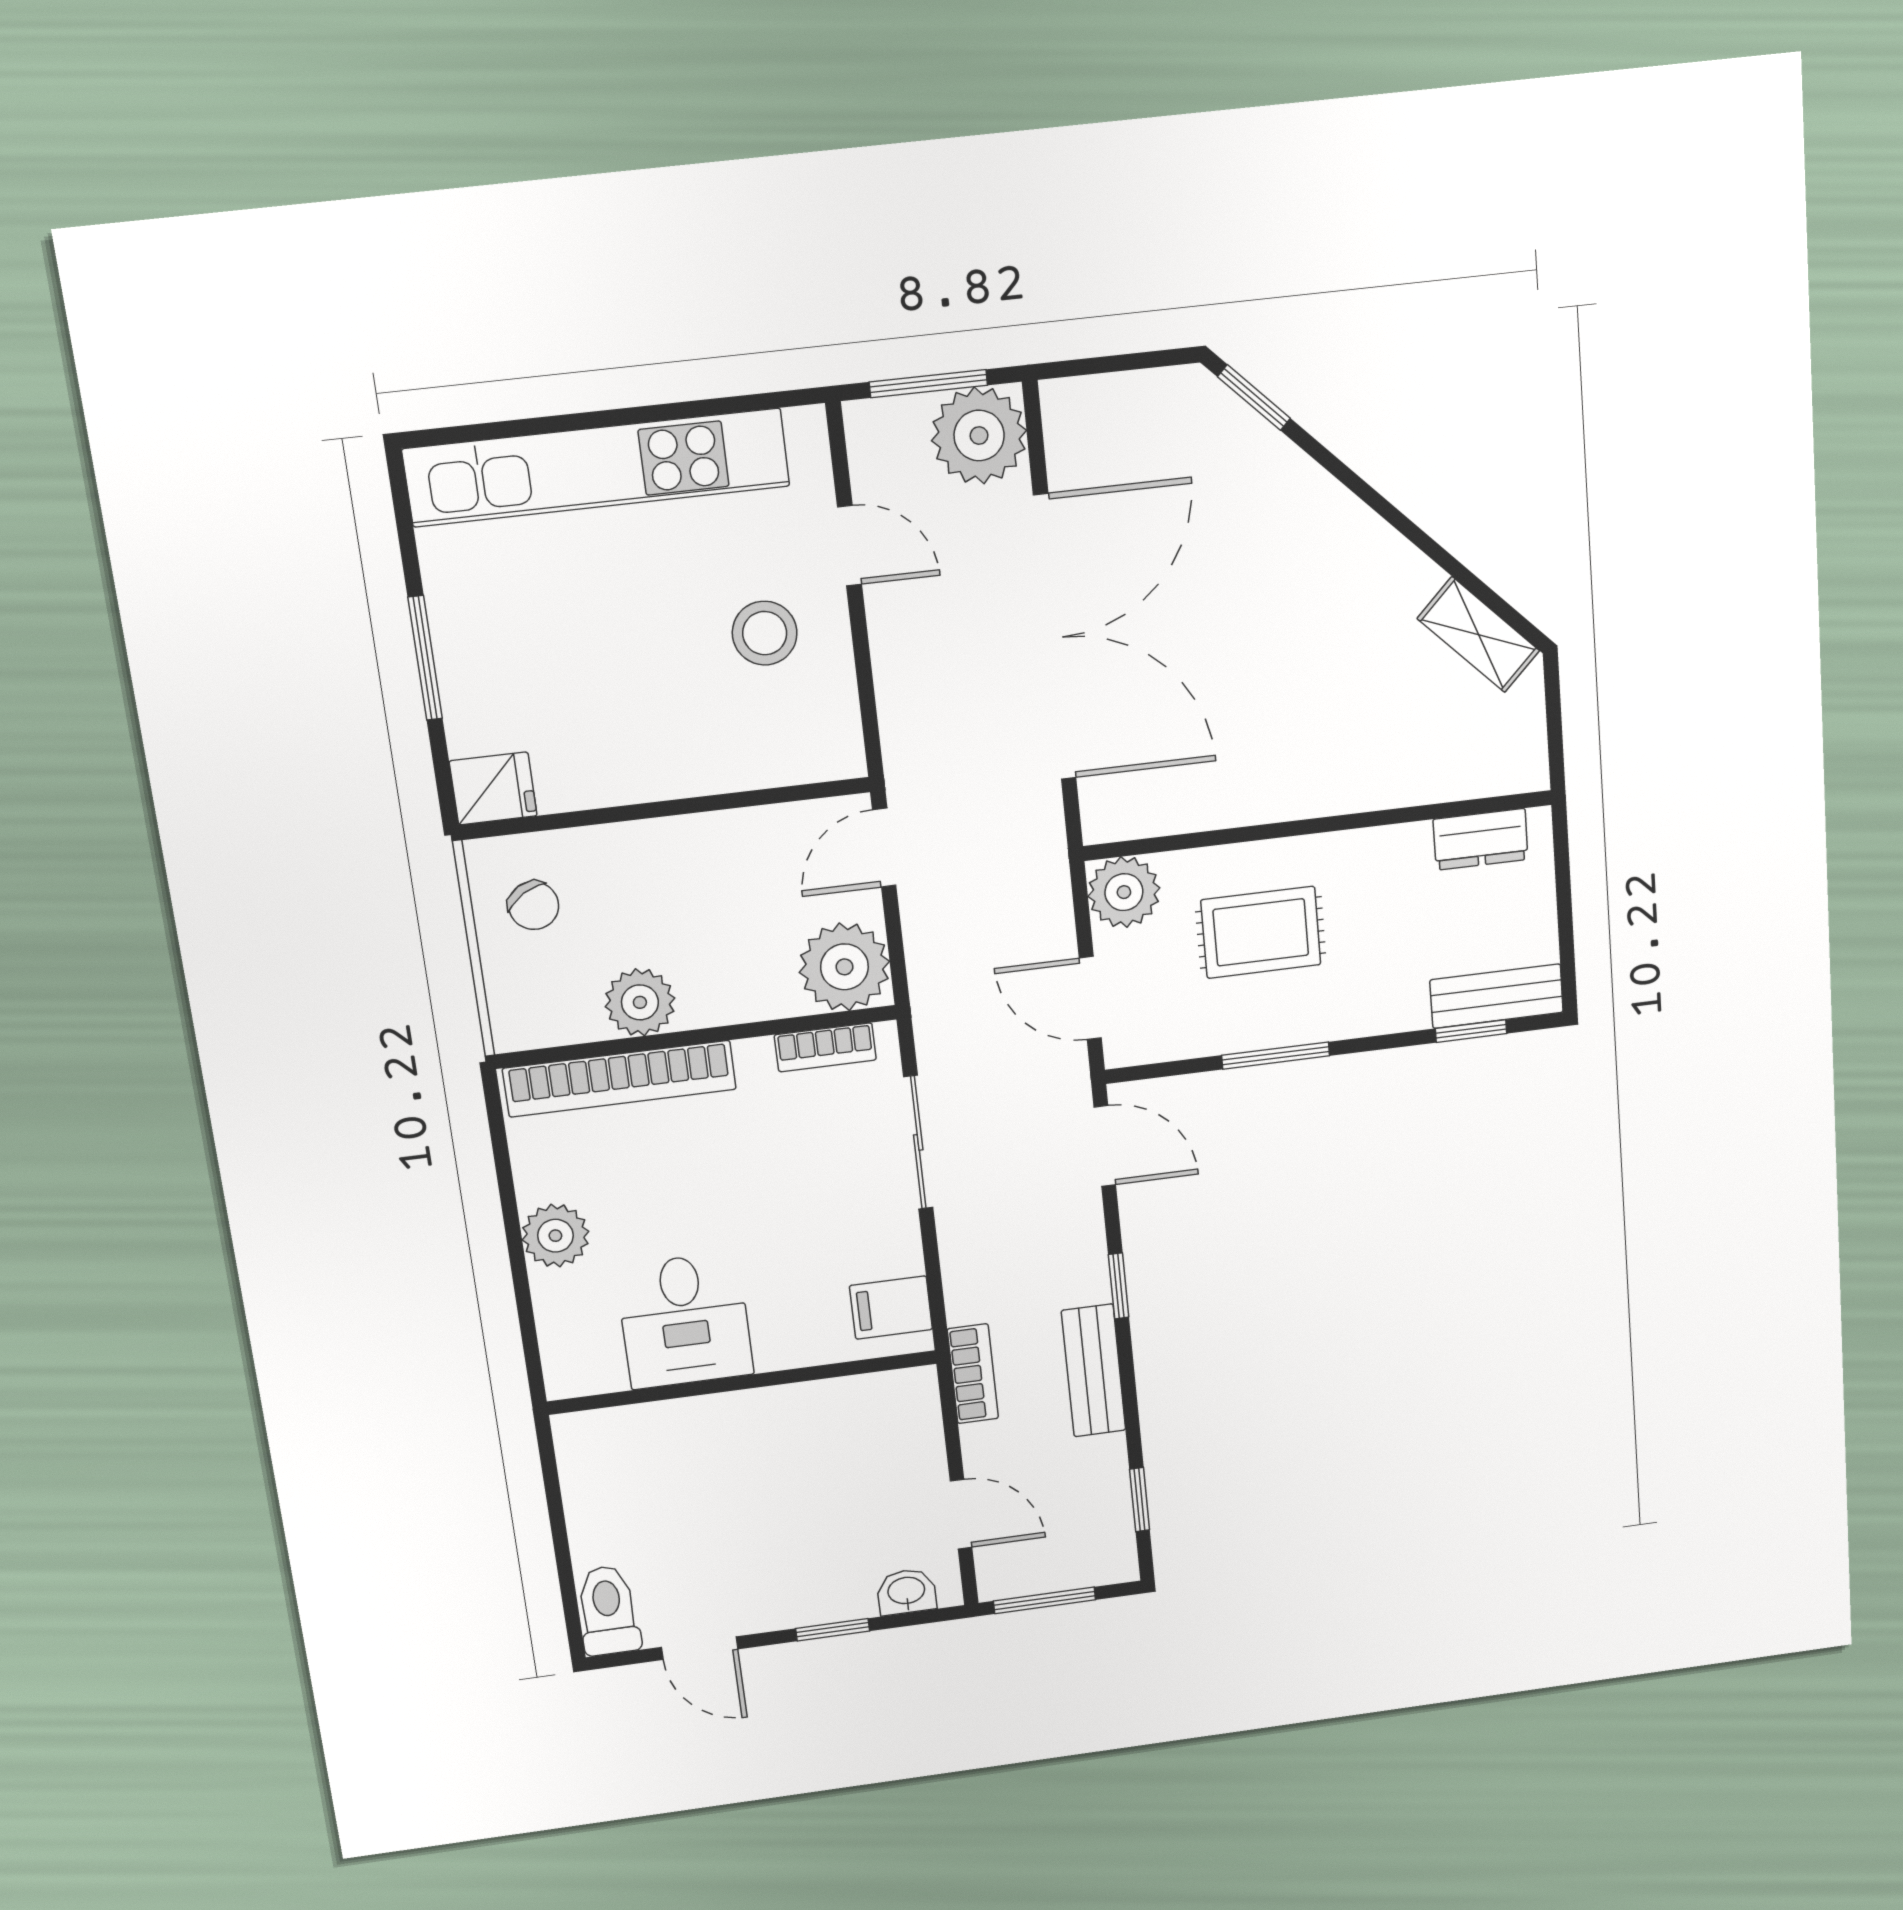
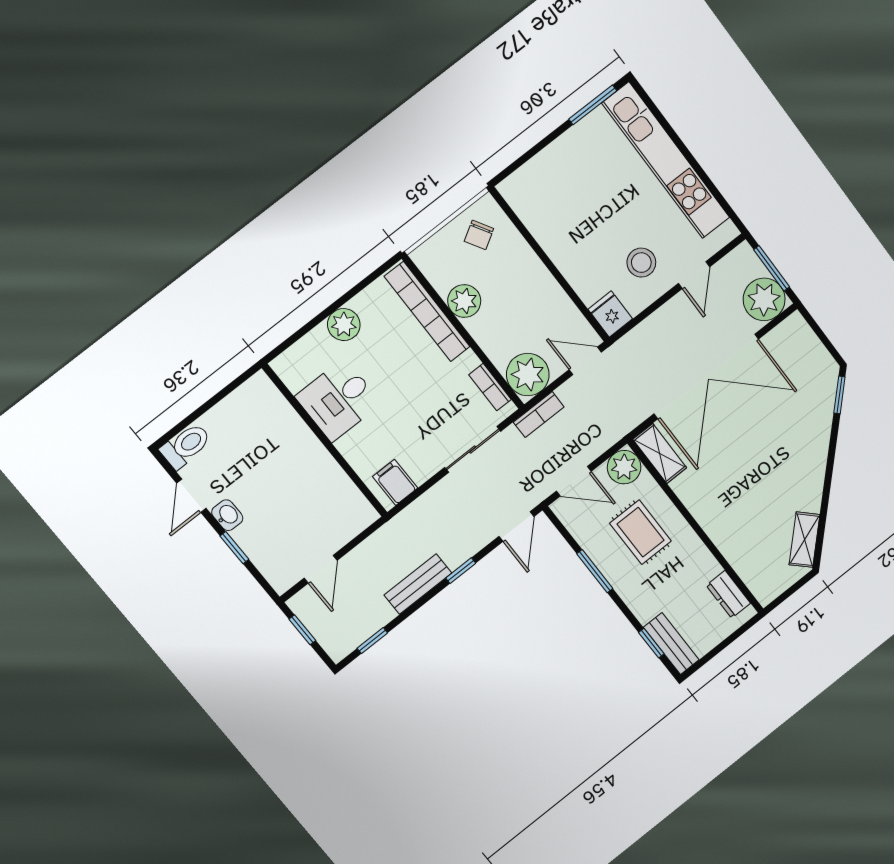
window: (425, 658) -> (593, 105), moved
fridge: (493, 788) -> (610, 314), moved, turned 180
shelving: (1141, 812) -> (660, 453), added
door: (1090, 998) -> (574, 481), swing flipped
bookcase: (973, 1374) -> (539, 415), moved
washbasin: (906, 1592) -> (227, 515), moved
window: (1044, 1600) -> (302, 630), width x0.67

